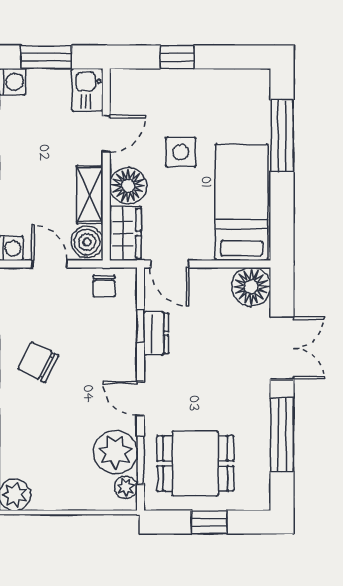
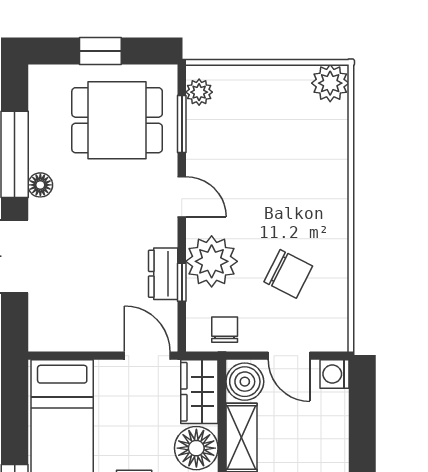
floor lamp: (251, 287) -> (40, 185), moved, width x0.53, depth x0.53
chair: (38, 362) -> (288, 274), moved
plant: (115, 452) -> (212, 261), moved

